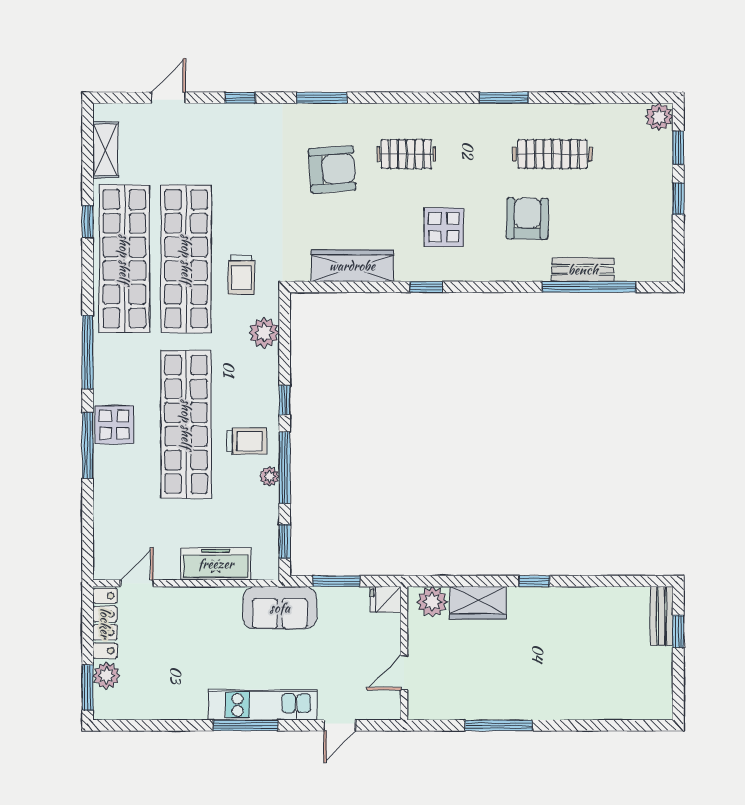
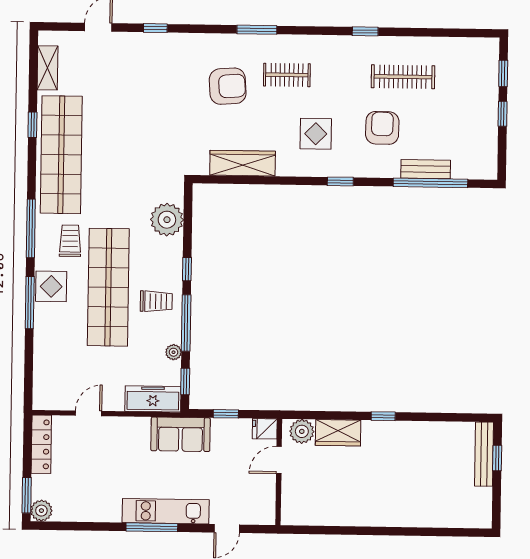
window: (322, 98) -> (257, 30), moved
window: (504, 98) -> (365, 31), width x0.67
plant: (659, 117) -> (488, 49), removed
shop shelf: (186, 259) -> (110, 155), removed
trolley: (241, 275) -> (70, 241), moved, turned 180
window: (426, 287) -> (340, 181), moved
plant: (264, 333) -> (167, 220), width x1.36, depth x1.36
plant: (269, 476) -> (174, 352), moved
freezer: (216, 564) -> (153, 399), moved
window: (336, 581) -> (226, 414), width x0.67
door: (137, 583) -> (89, 413), moved
bench: (662, 616) -> (484, 454), width x1.36
door: (404, 673) -> (279, 460), moved
plant: (106, 676) -> (41, 511), moved
window: (499, 725) -> (353, 531), removed

